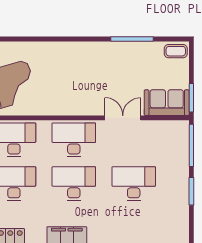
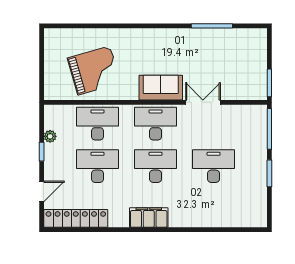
coffee table: (176, 51) -> (254, 38), removed
sofa: (167, 103) -> (161, 88), moved

